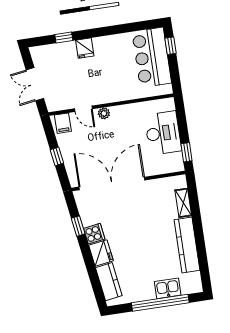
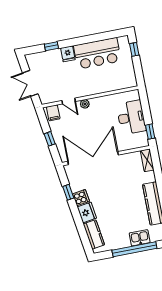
bar counter: (152, 57) -> (97, 53), moved, turned -90
shelving: (183, 203) -> (147, 160), moved

